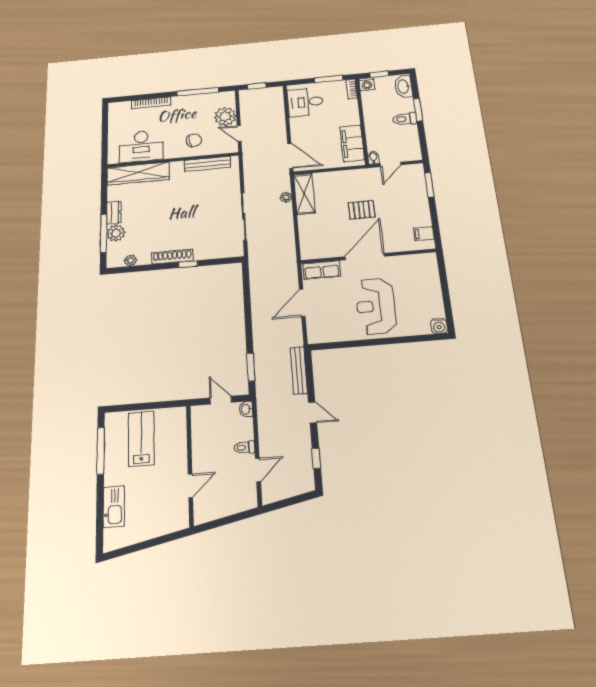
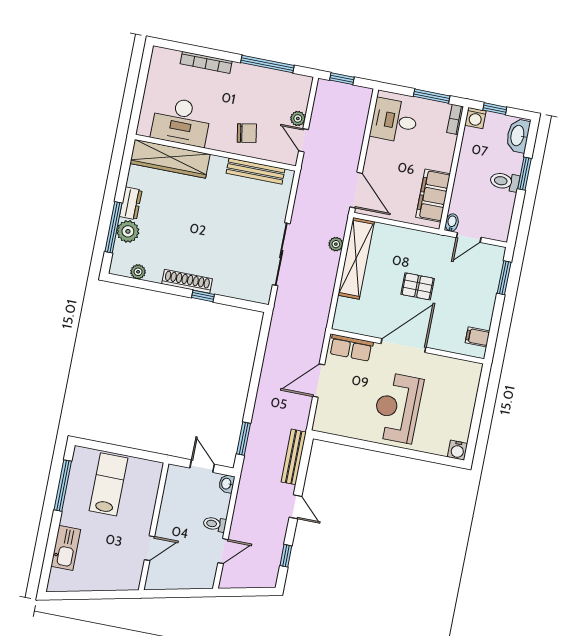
plant: (225, 116) -> (298, 118), width x0.53, depth x0.53
shelving: (304, 194) -> (356, 258), width x1.47

